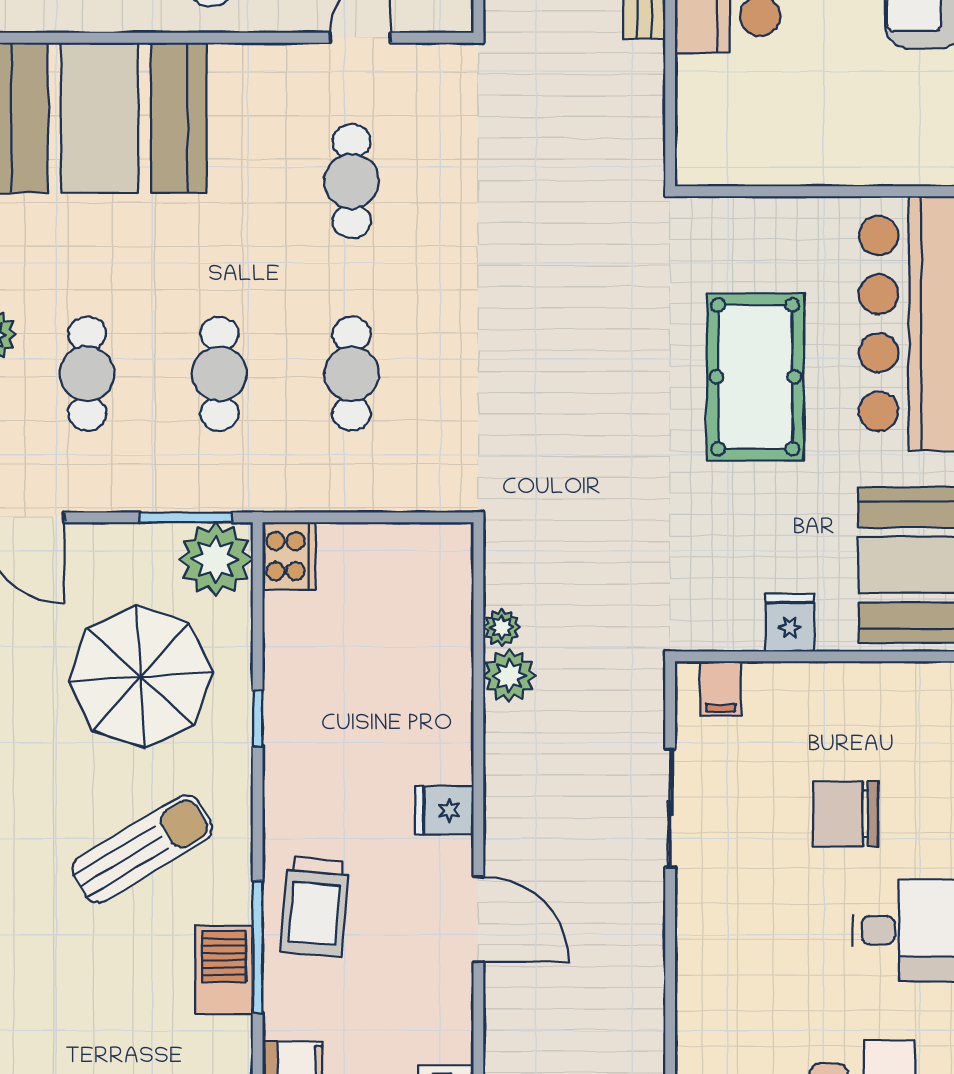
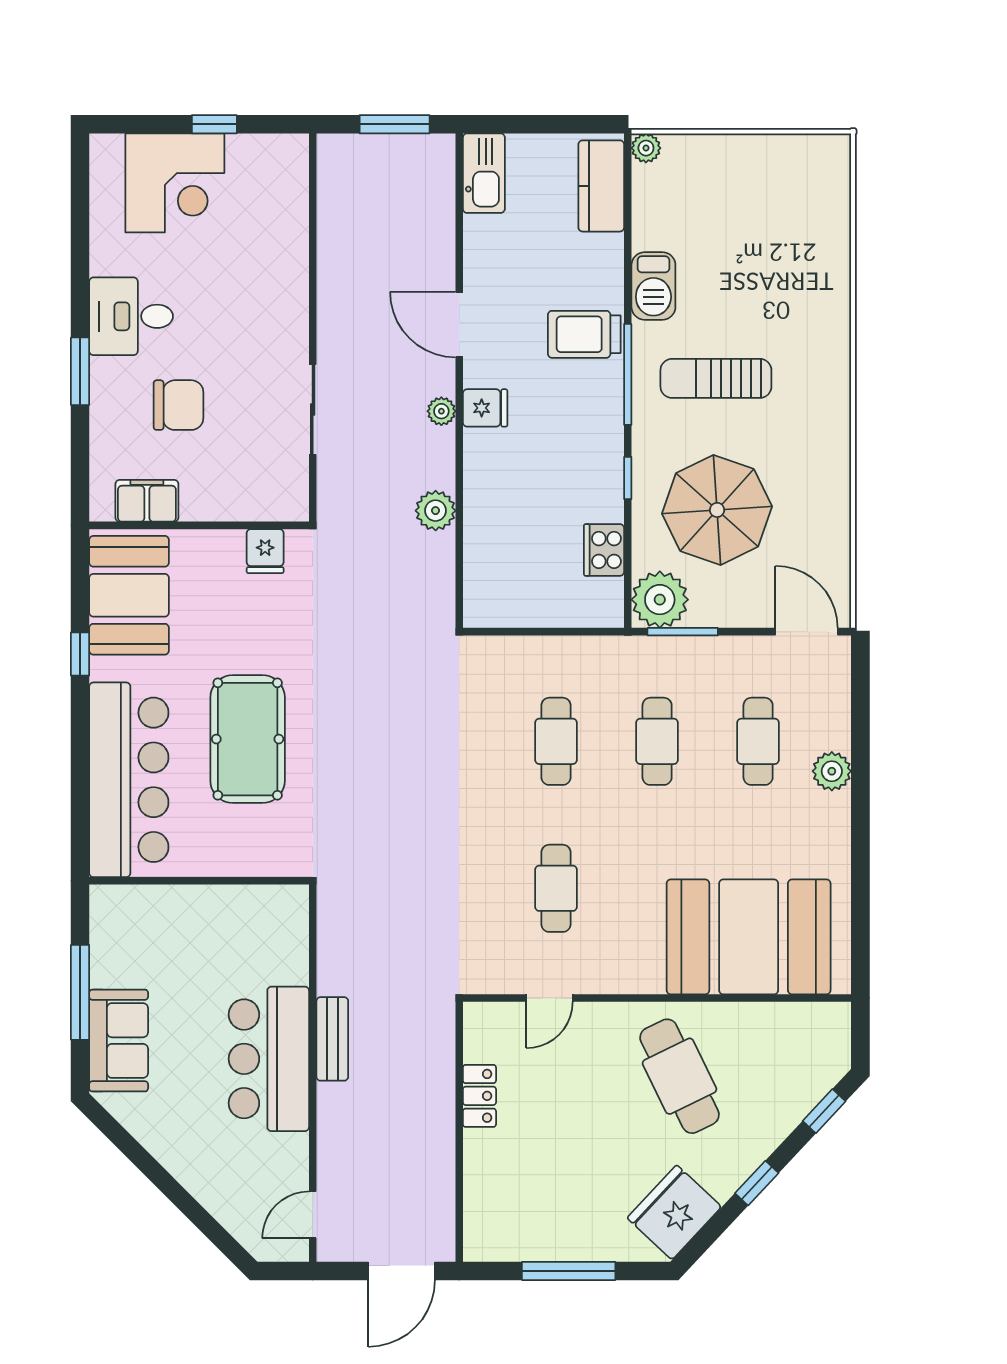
cooker: (289, 556) -> (604, 550), moved
fridge: (790, 623) -> (265, 551), moved
plant: (502, 627) -> (441, 411), moved
filing cabinet: (721, 689) -> (147, 501), moved, width x2.00
sun lounger: (142, 849) -> (716, 378), turned 31
trolley: (315, 907) -> (584, 334), turned -95
window: (258, 947) -> (628, 374), moved

